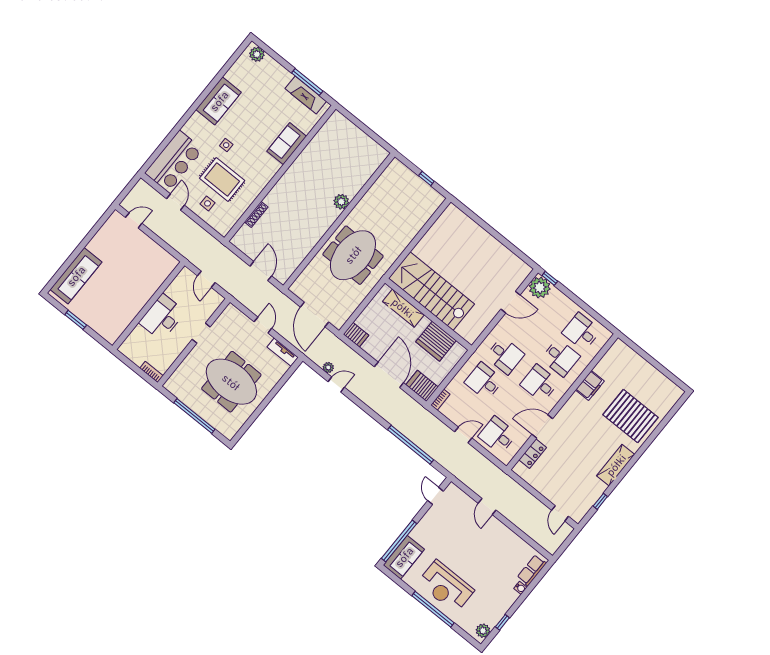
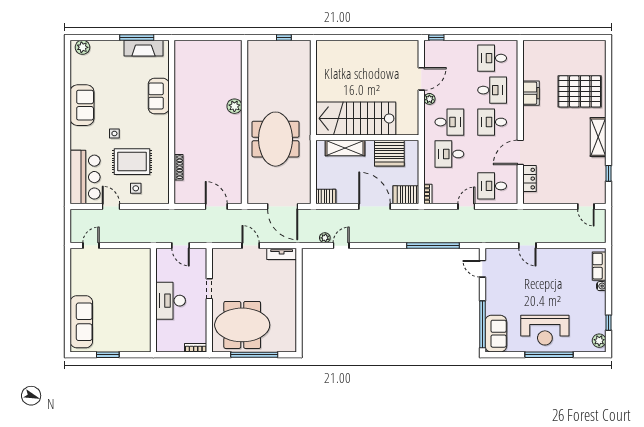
plant: (540, 288) -> (429, 99), moved, width x0.53, depth x0.53
meeting table: (231, 382) -> (242, 325), moved

